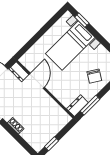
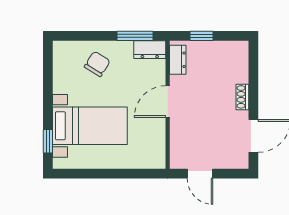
dresser: (19, 72) -> (178, 60), moved
door: (37, 81) -> (168, 102), moved
window: (52, 144) -> (201, 36), moved

